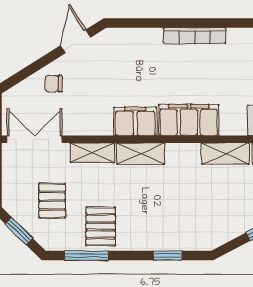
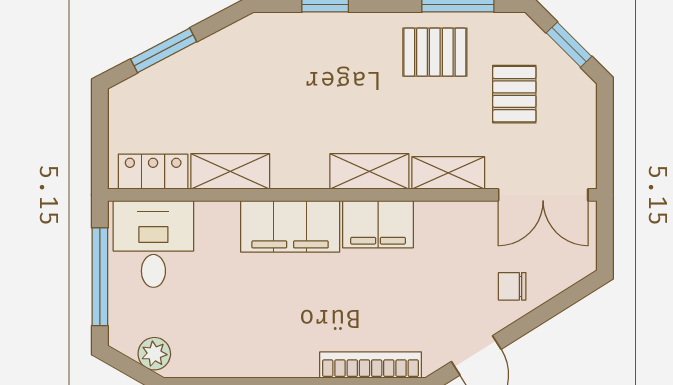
bookcase: (194, 36) -> (371, 365), moved
chair: (54, 84) -> (512, 286), turned 180
pallet: (101, 226) -> (435, 52), turned 90

